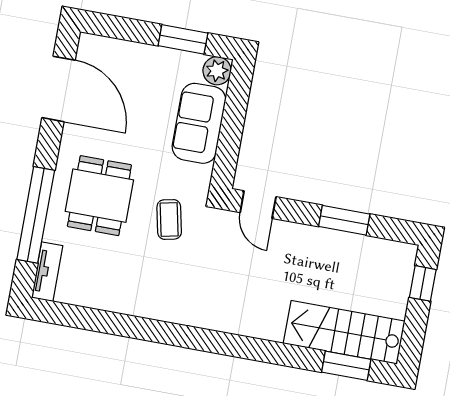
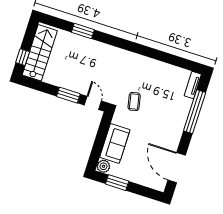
dining table: (99, 196) -> (164, 117), removed
window: (344, 220) -> (68, 95), moved
stairs: (344, 332) -> (40, 53), moved, turned -90
window: (346, 366) -> (83, 31), moved

